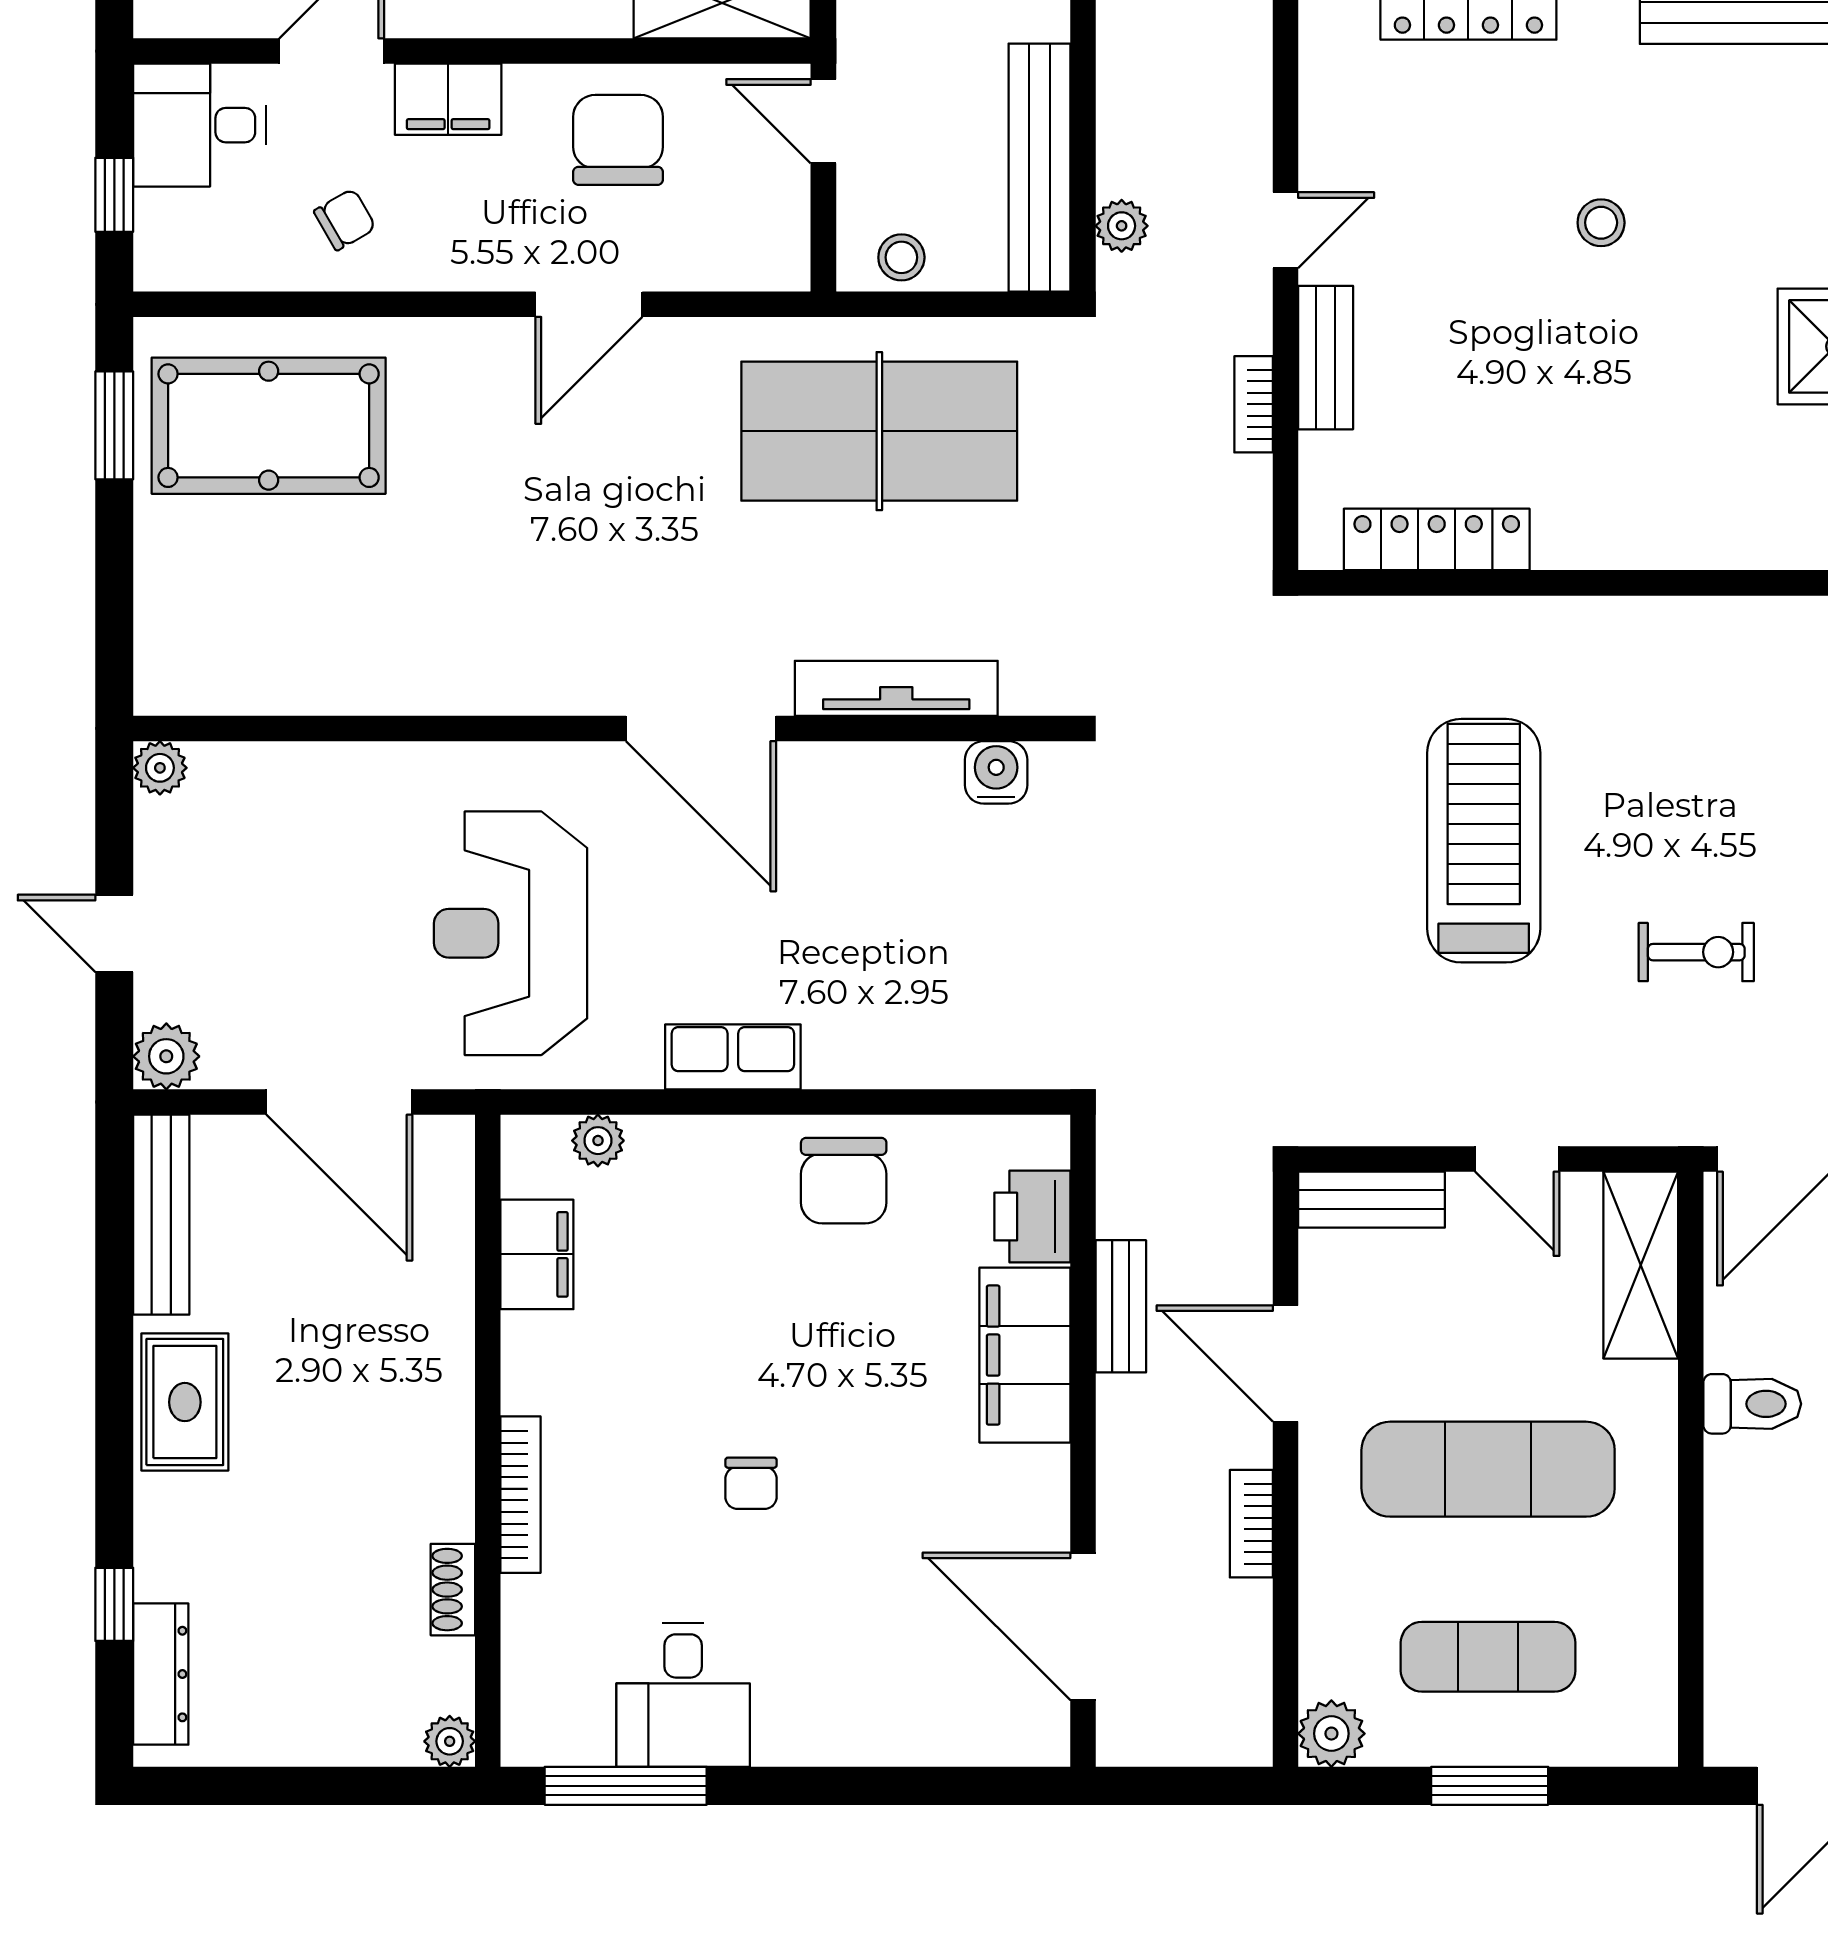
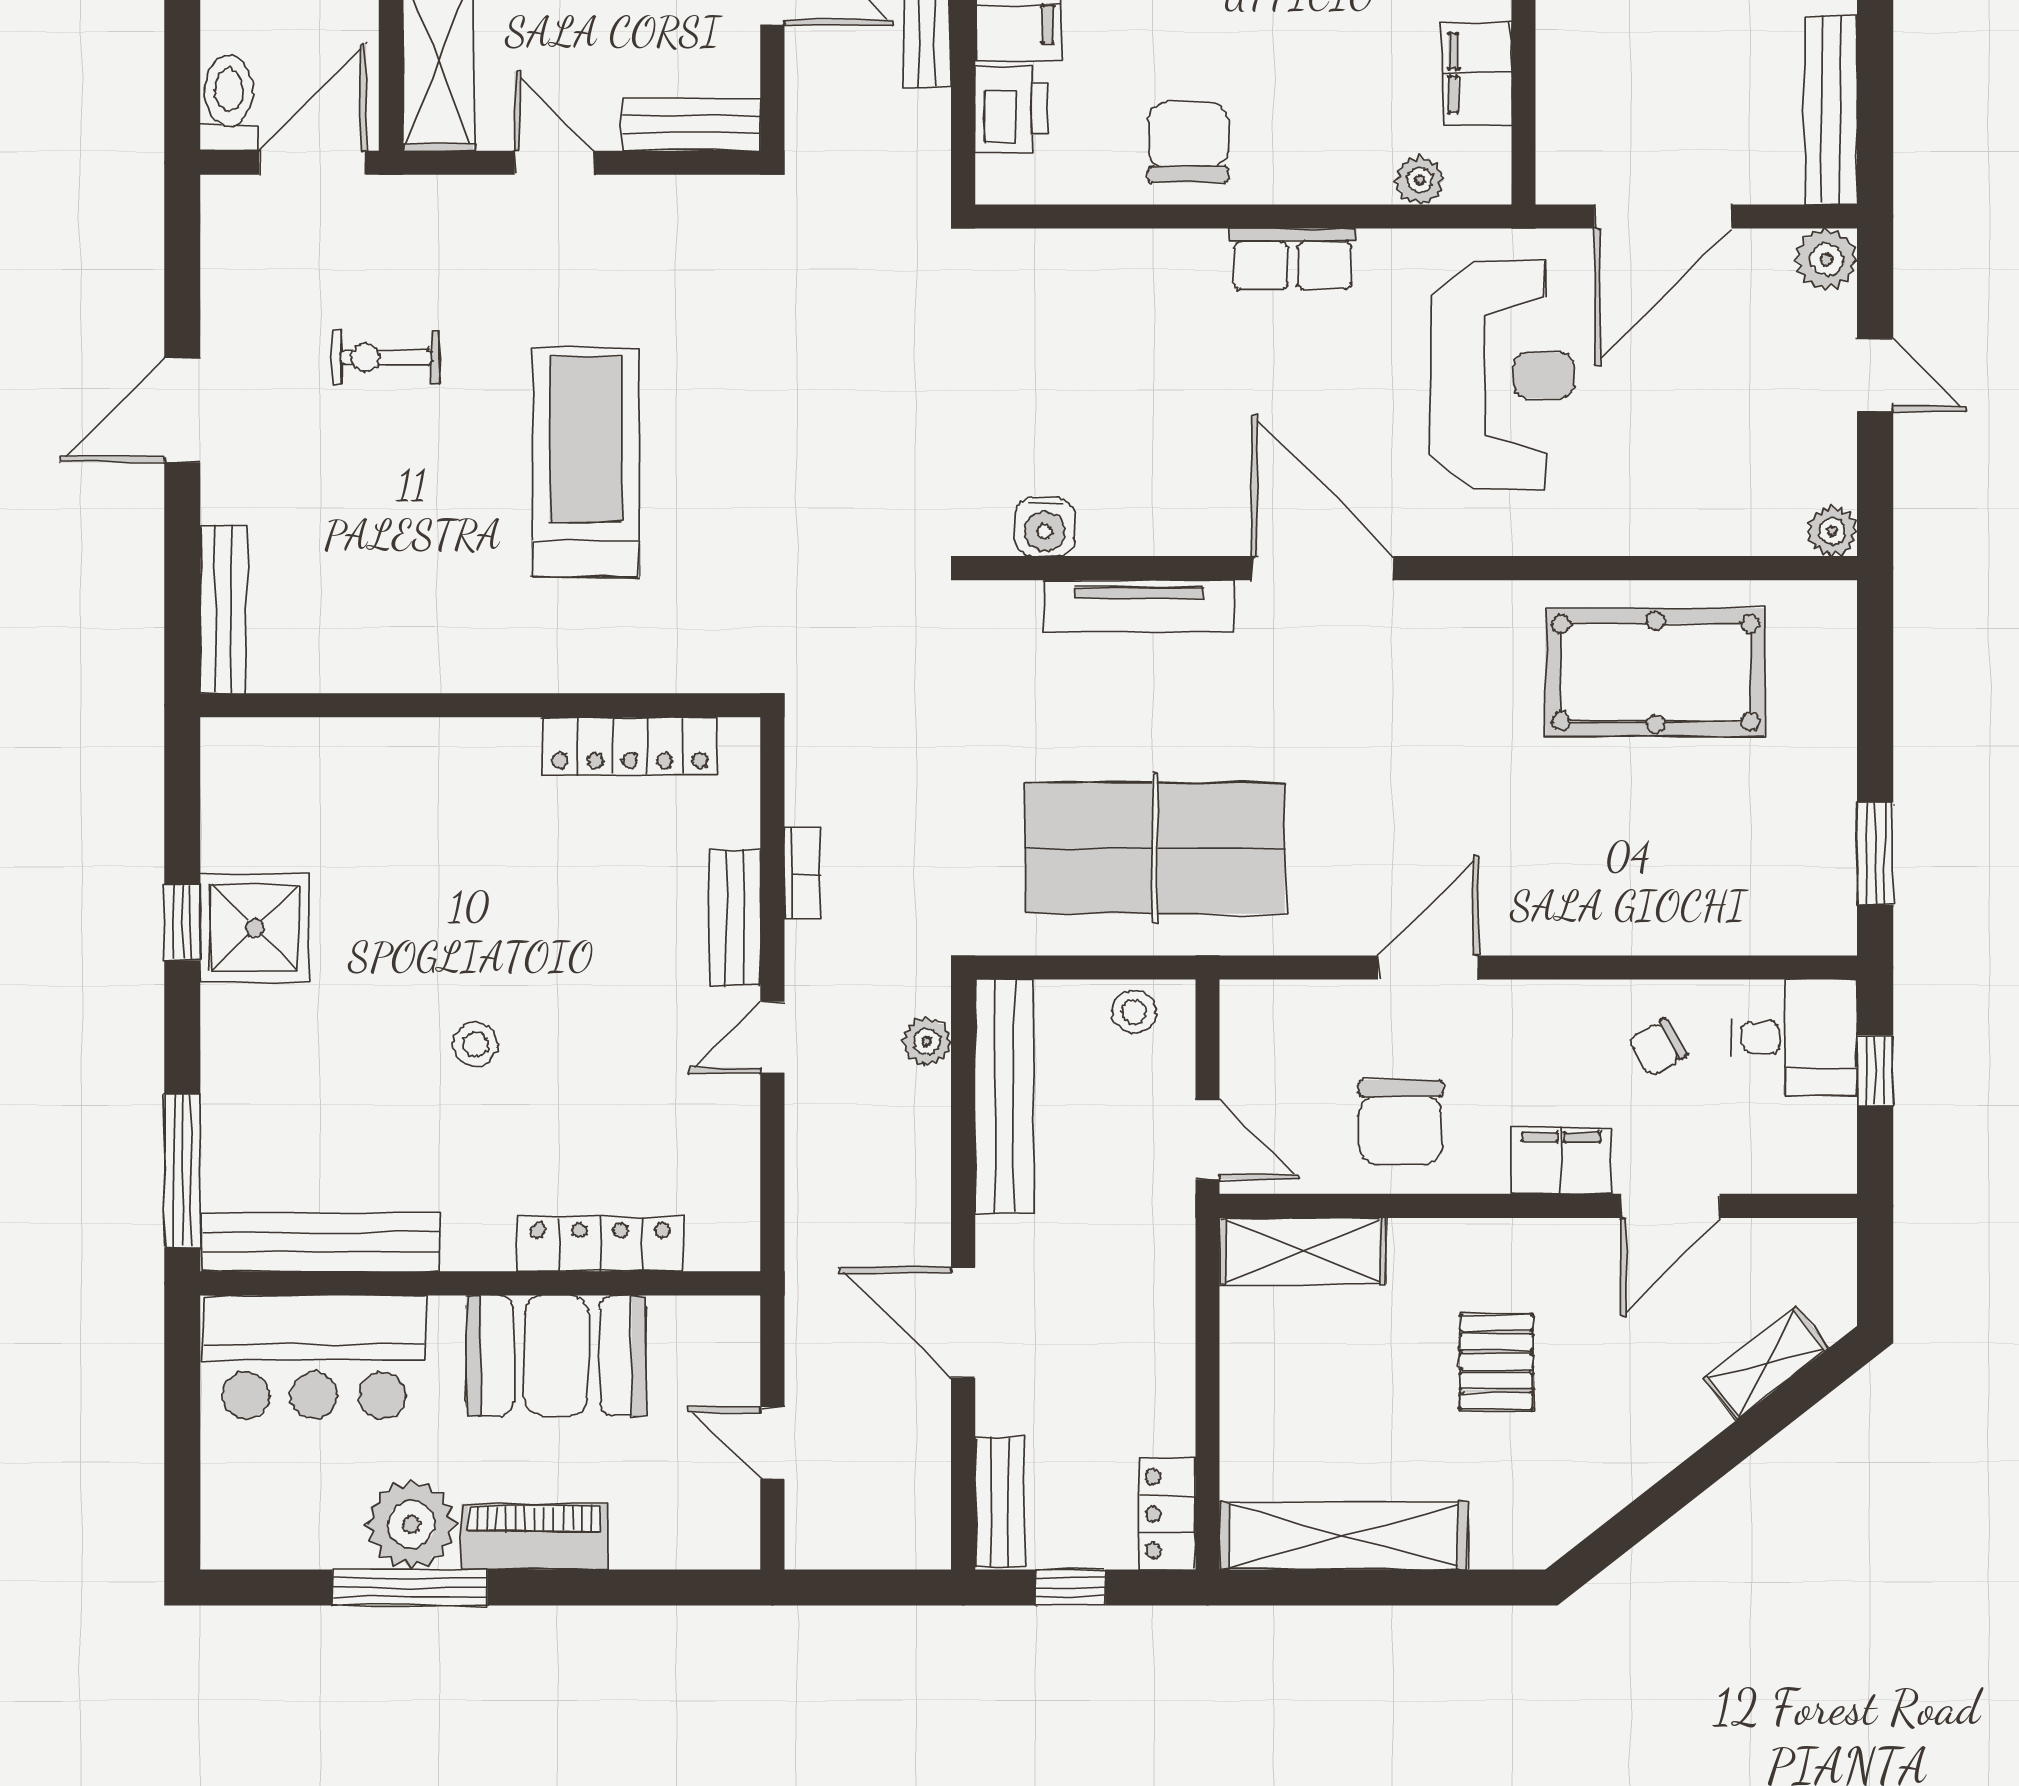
desk: (200, 125) -> (1795, 1037), moved
pool table: (269, 426) -> (1656, 673), moved
treadmill: (1484, 841) -> (586, 462), turned 180
door: (339, 1102) -> (1663, 216), swing flipped

